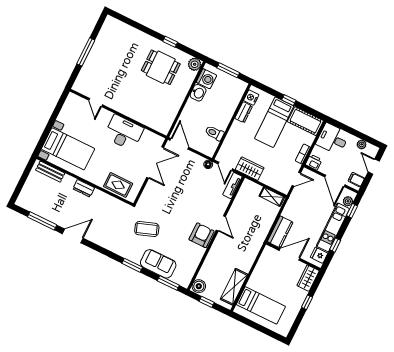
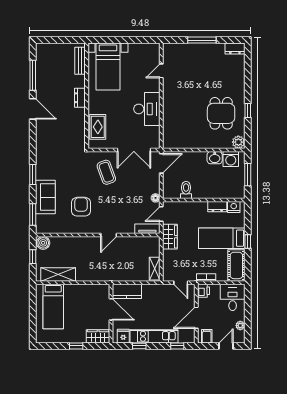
dresser: (108, 26) -> (235, 49), added
plant: (348, 201) -> (184, 338), removed
coffee table: (147, 229) -> (106, 172), moved
armchair: (202, 235) -> (81, 207), moved, turned -90

